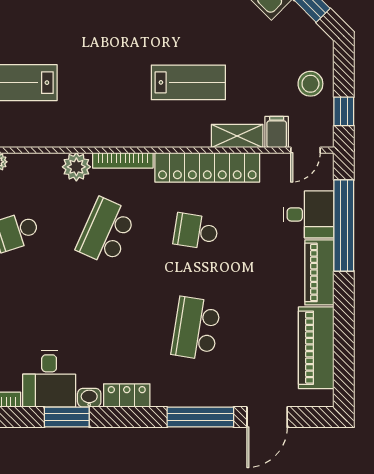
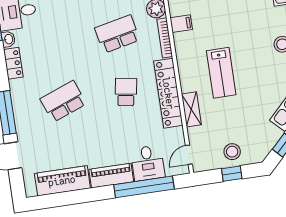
window: (344, 111) -> (232, 174), moved
filing cabinet: (277, 132) -> (181, 24), moved
door: (305, 150) -> (189, 155), hinge flipped
school desk: (106, 231) -> (117, 34), turned -36
school desk: (196, 328) -> (63, 101), turned -30

